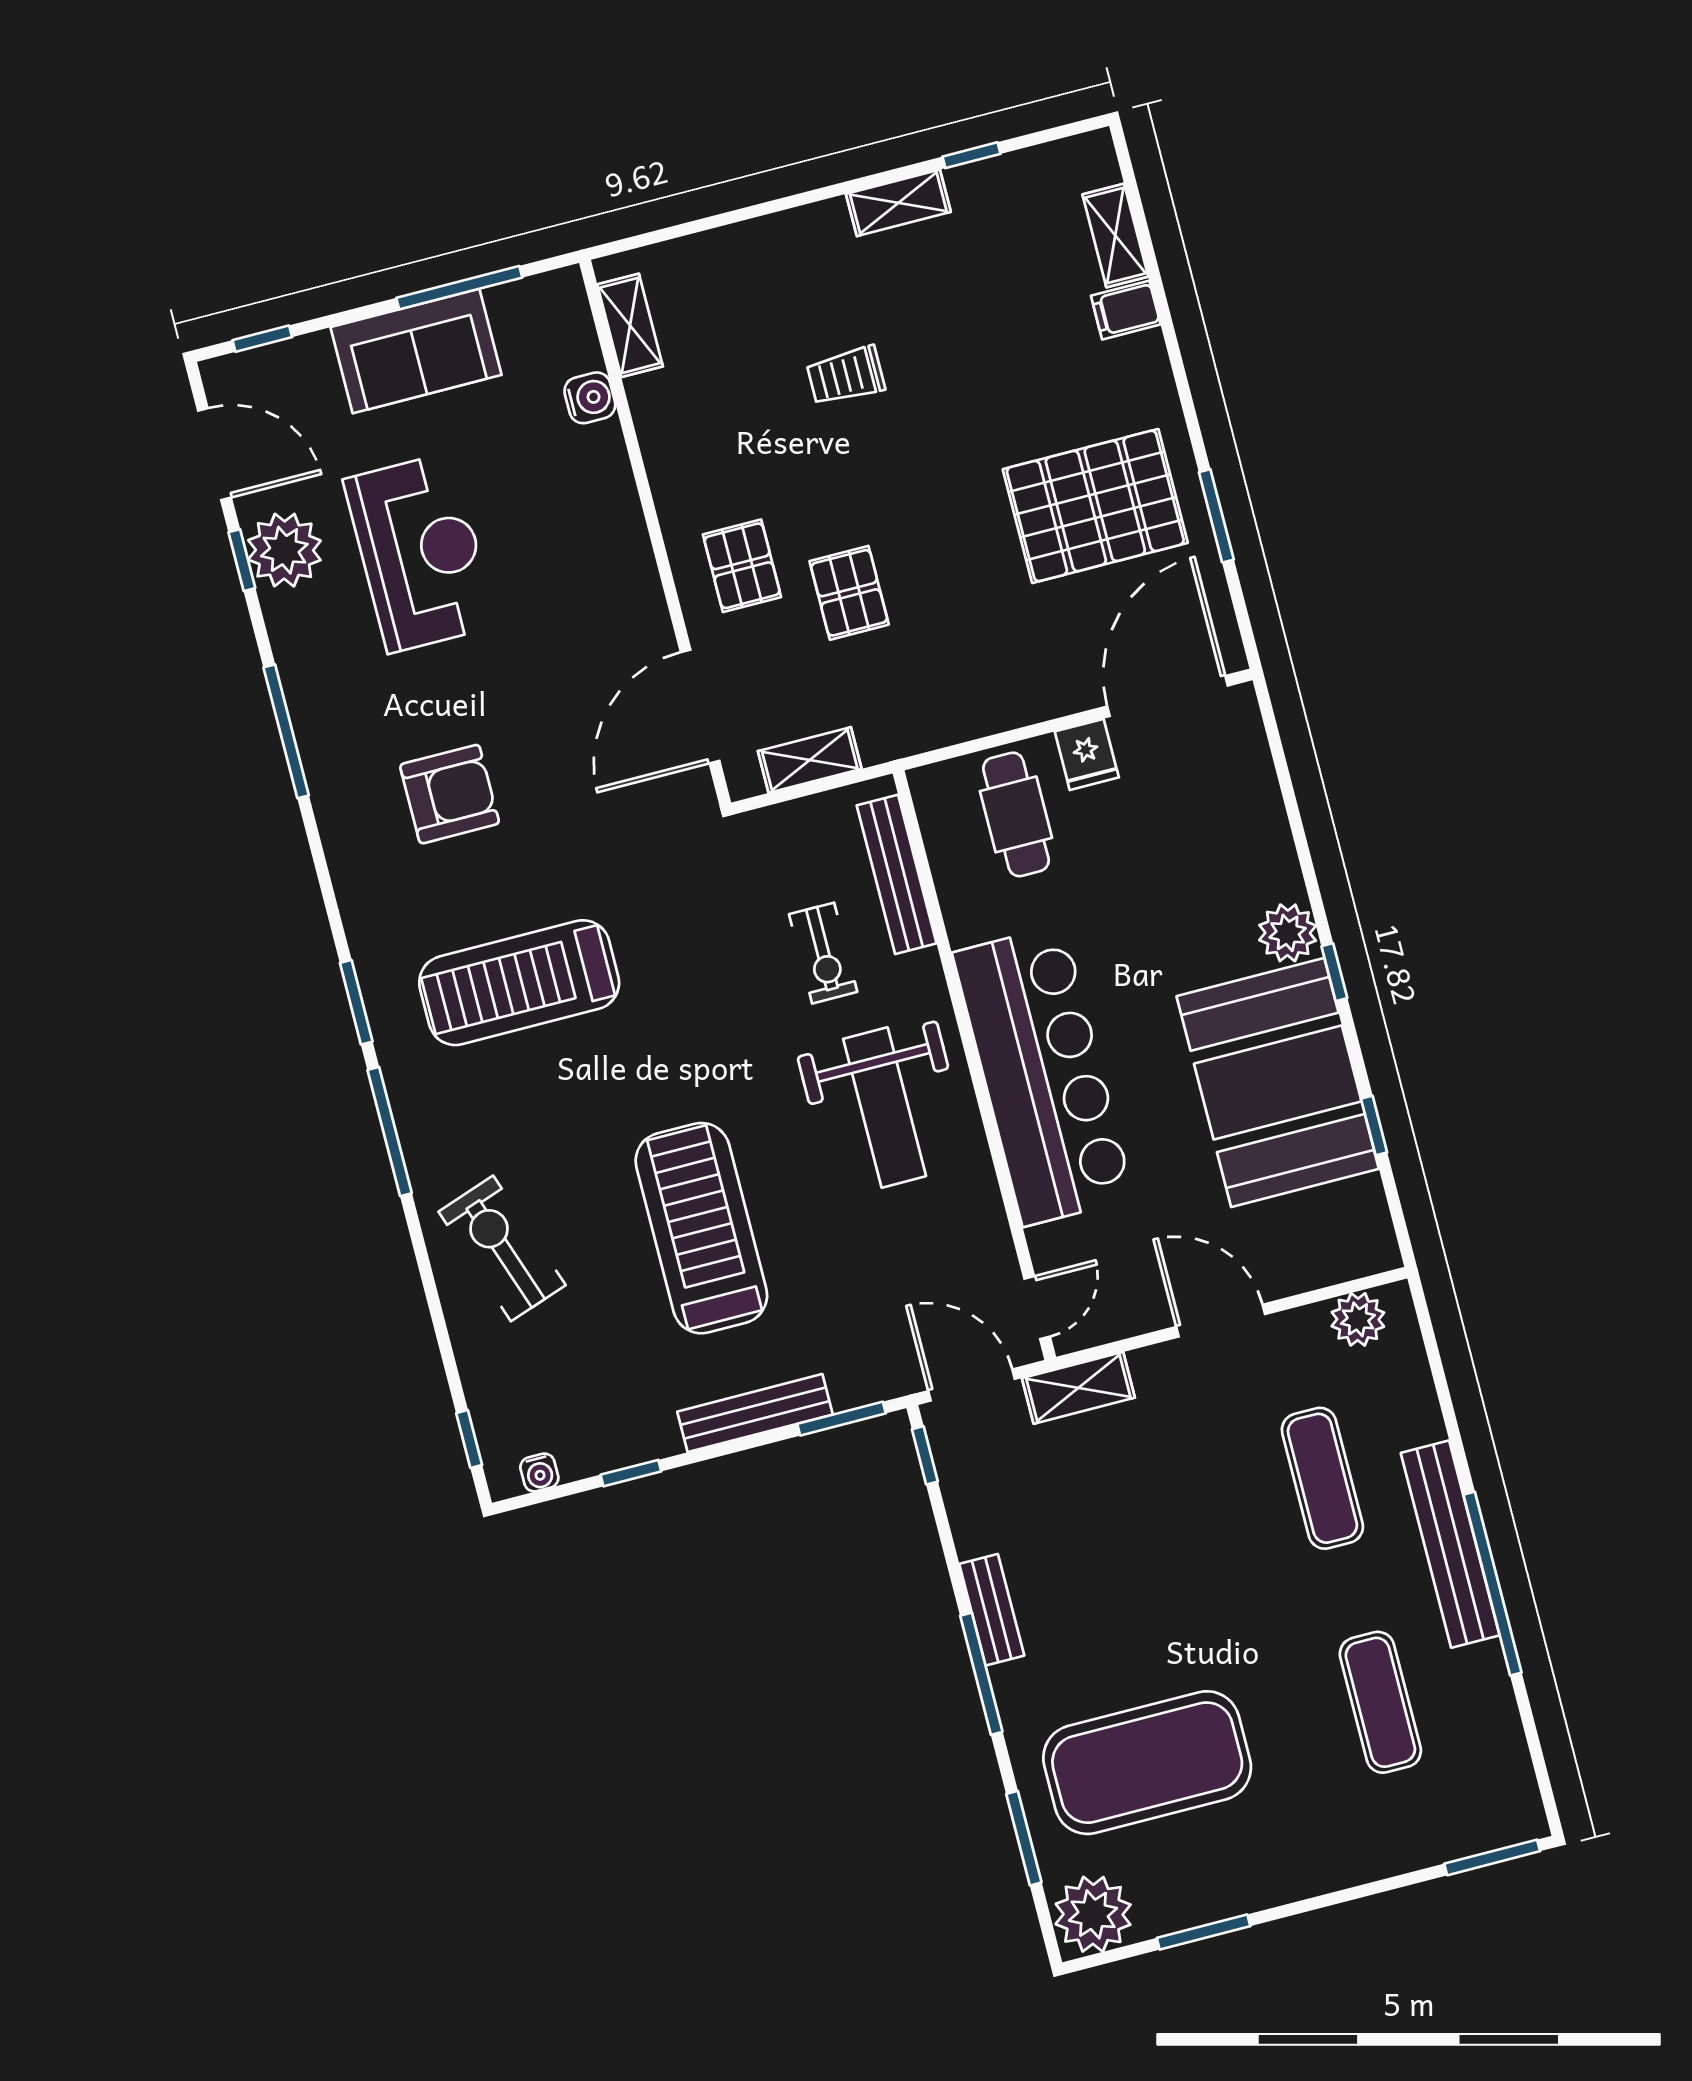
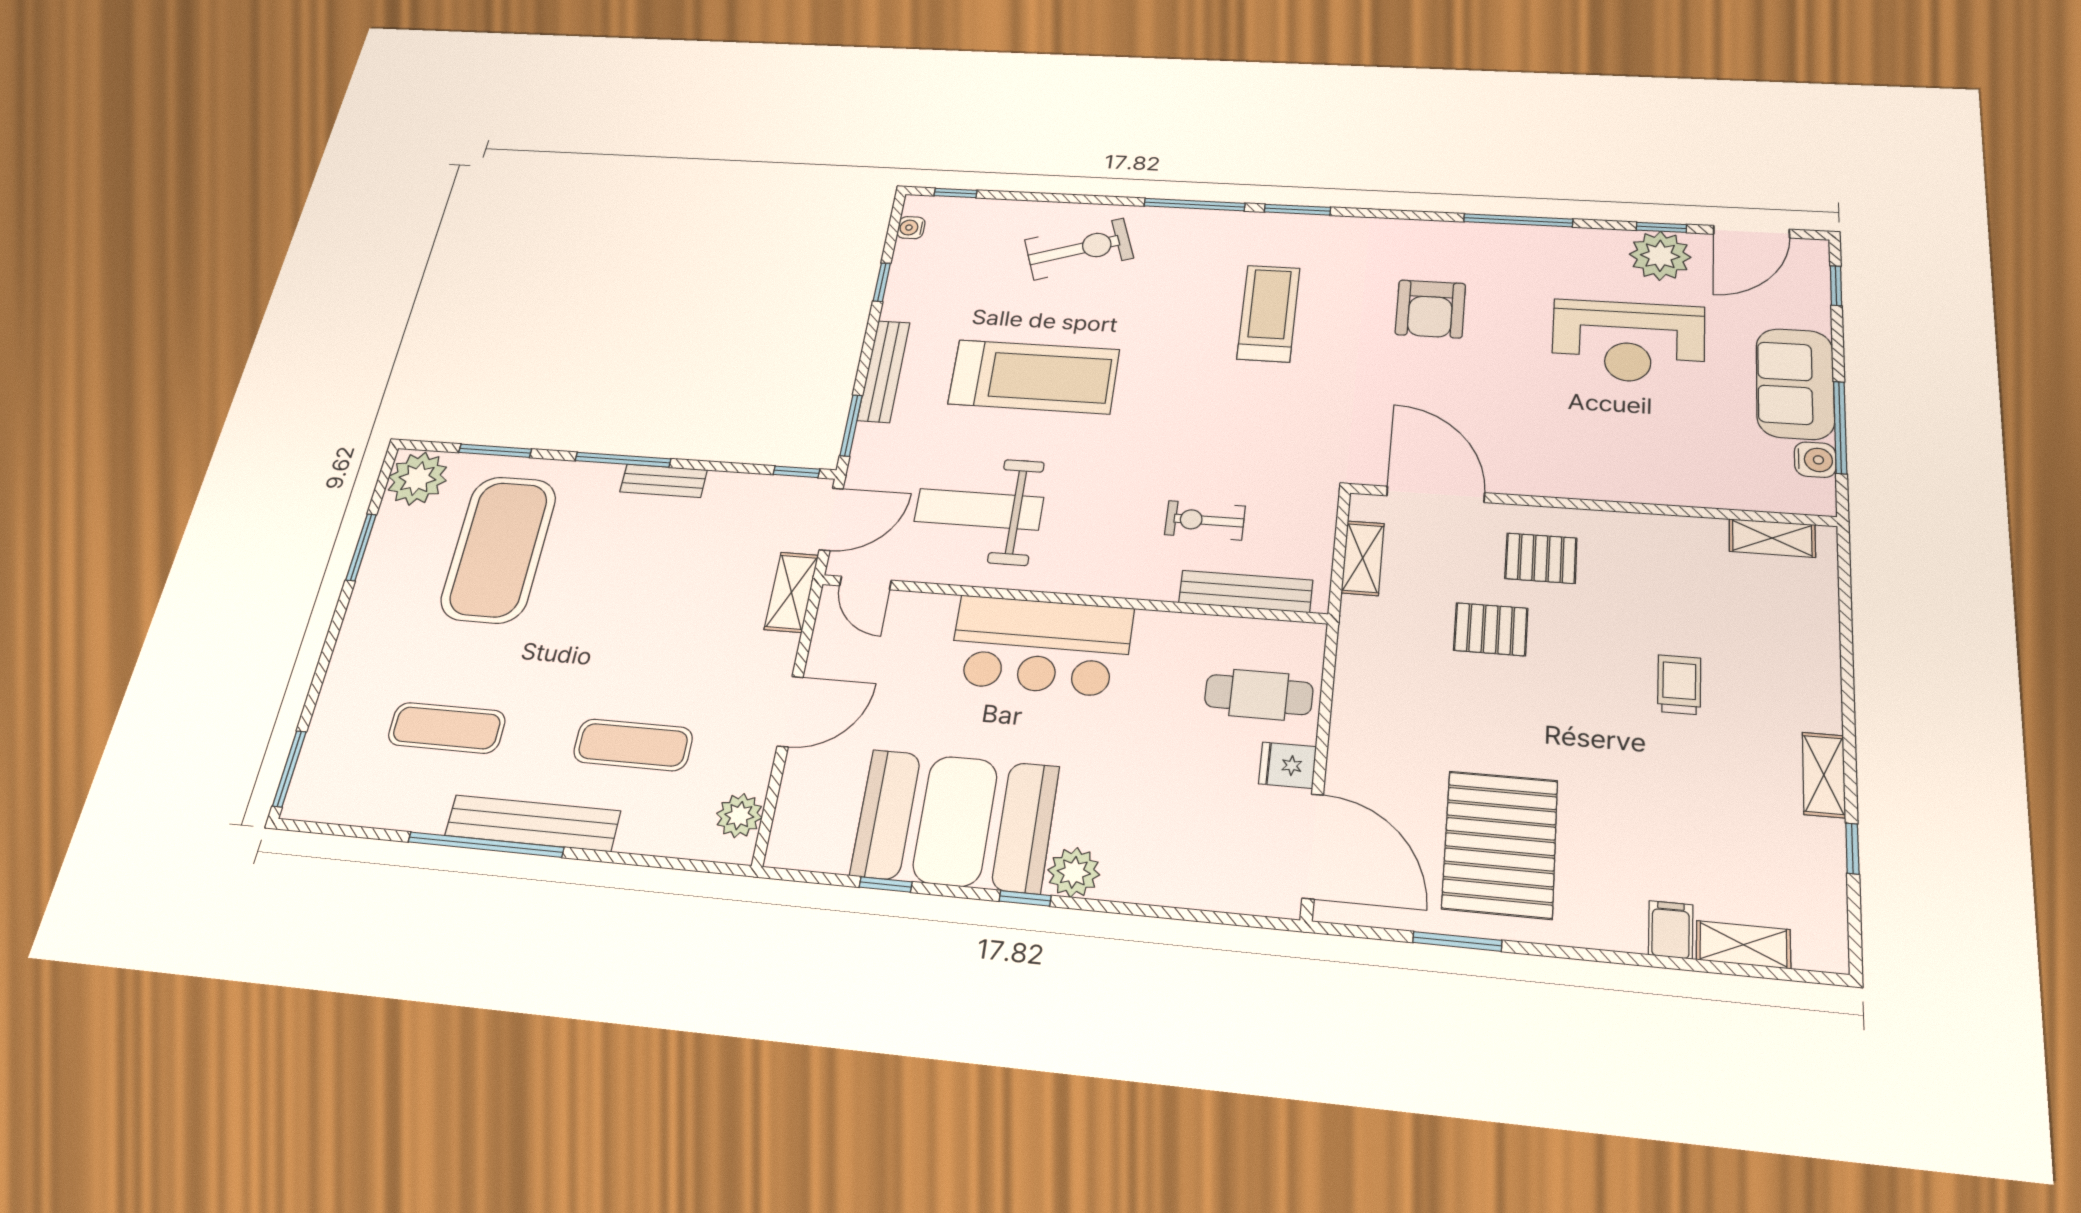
water cooler: (590, 398) -> (1815, 460), moved, turned -90
treadmill: (519, 983) -> (1269, 313), width x0.73, depth x0.73
bar counter: (1043, 1076) -> (1041, 646), width x0.73
weight bench: (885, 1107) -> (979, 509), moved

